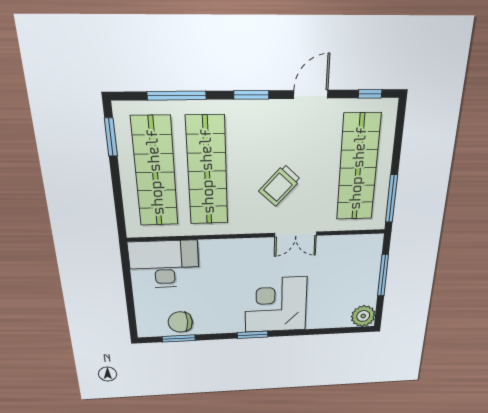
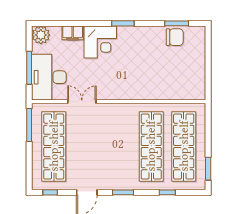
window: (177, 96) -> (167, 192), width x0.46
trolley: (280, 185) -> (105, 136), removed
double door: (296, 234) -> (82, 102), moved
desk: (164, 264) -> (49, 77), moved, turned 90
corner desk: (276, 305) -> (100, 42), width x0.74, depth x0.74
filing cabinet: (321, 320) -> (73, 33), added

